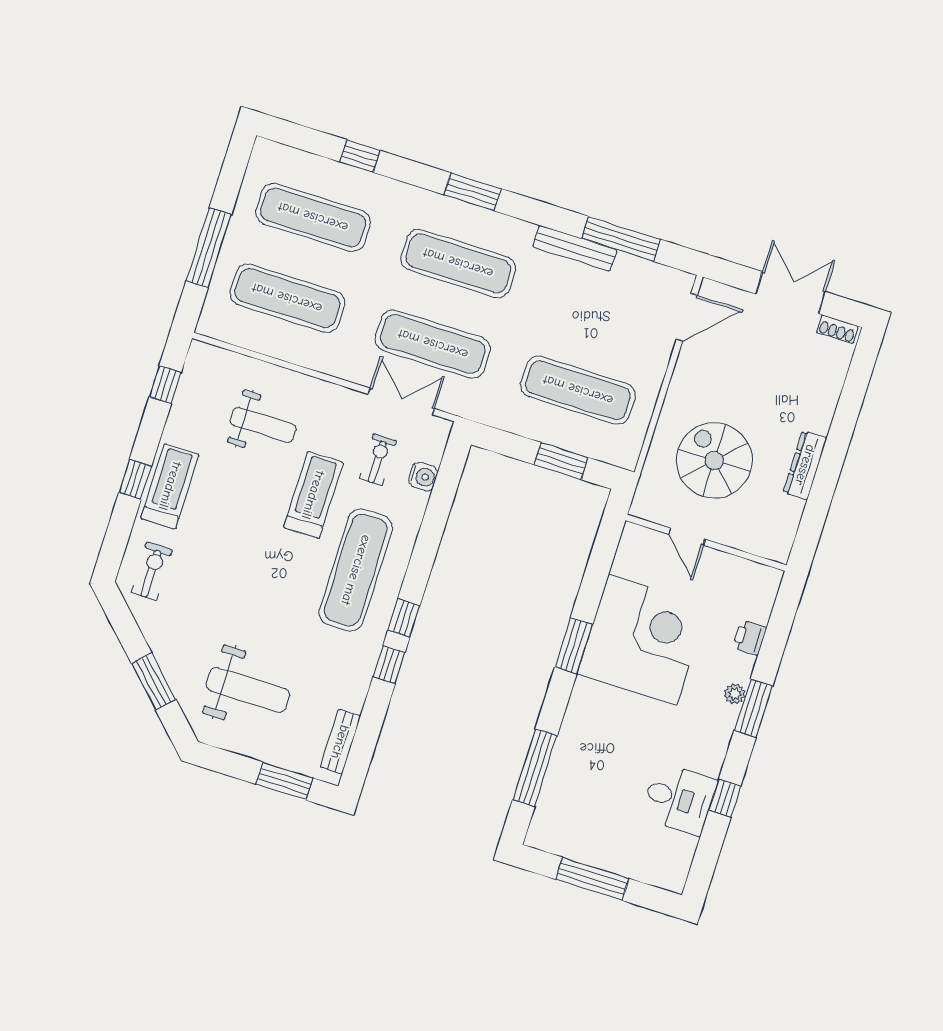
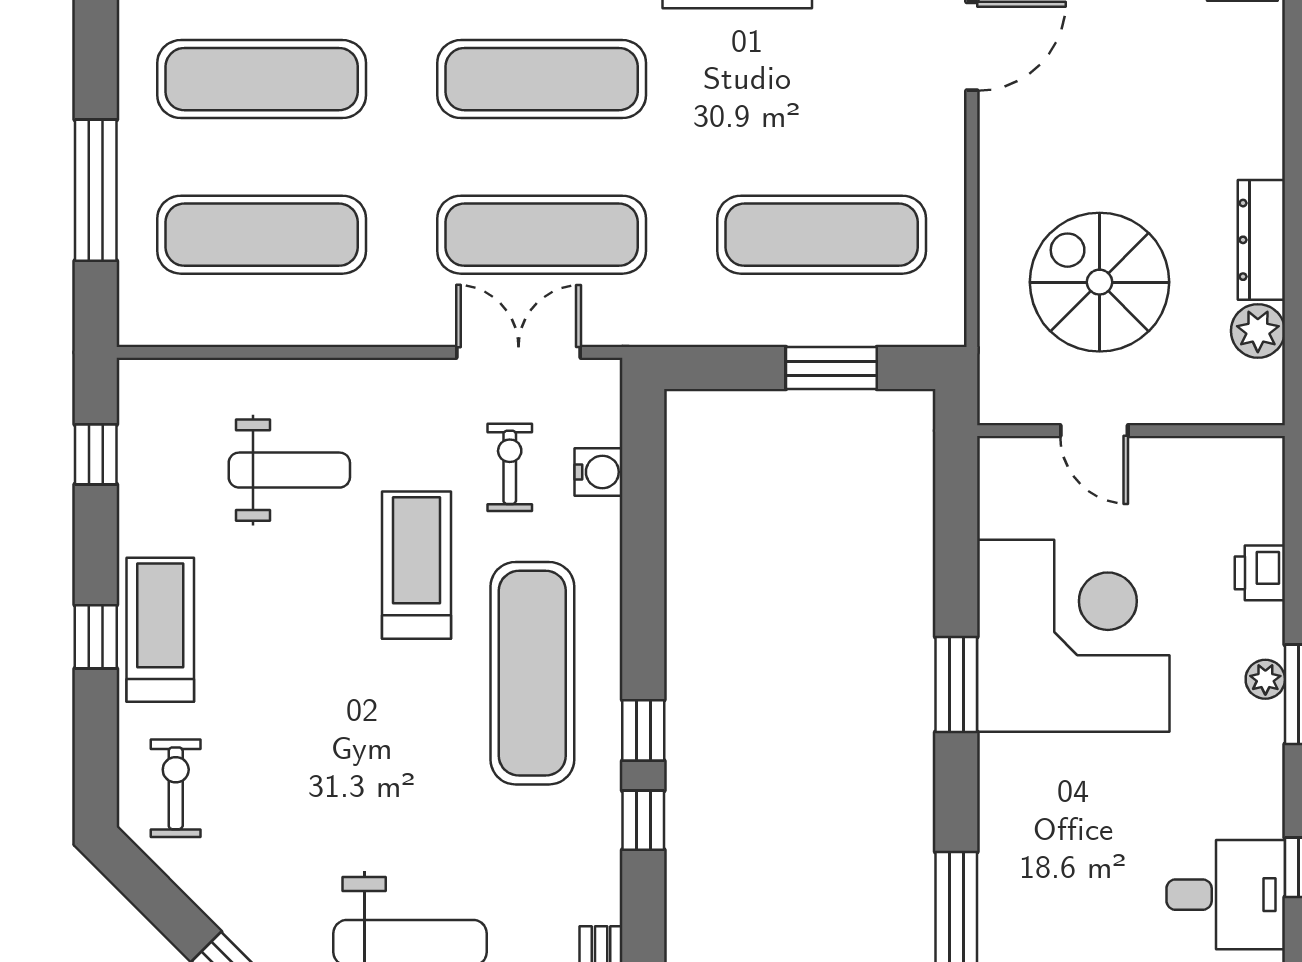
plant: (788, 512) -> (1258, 331), added

